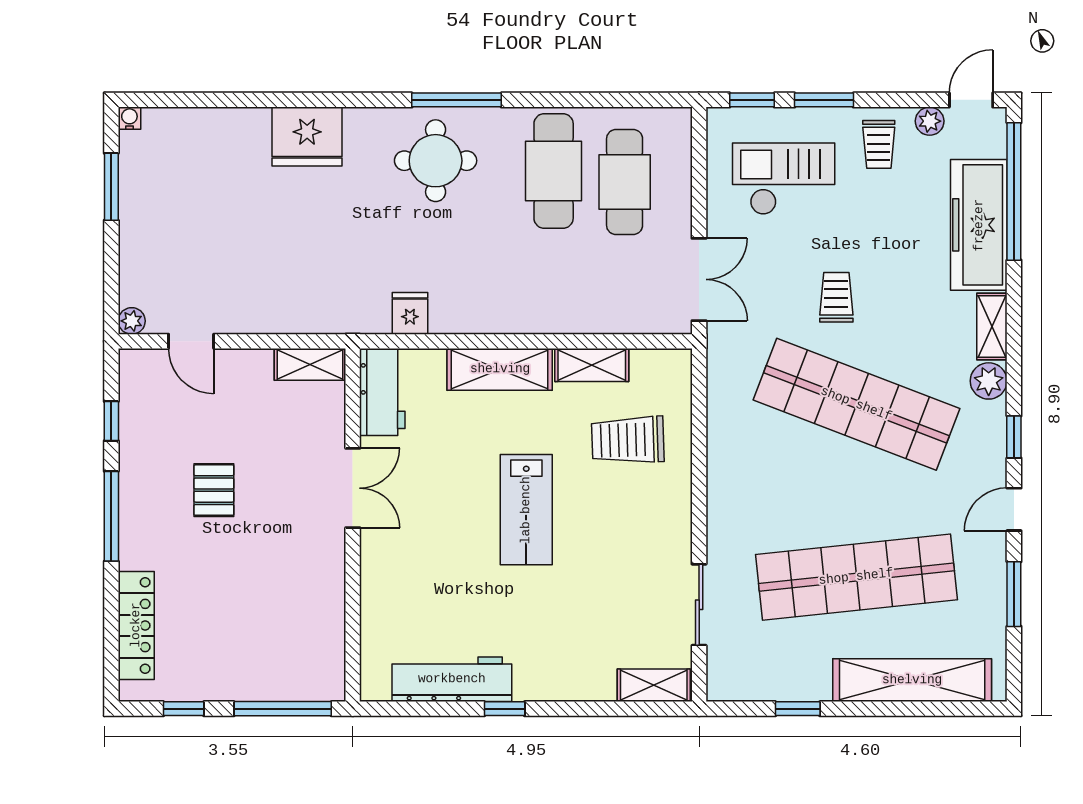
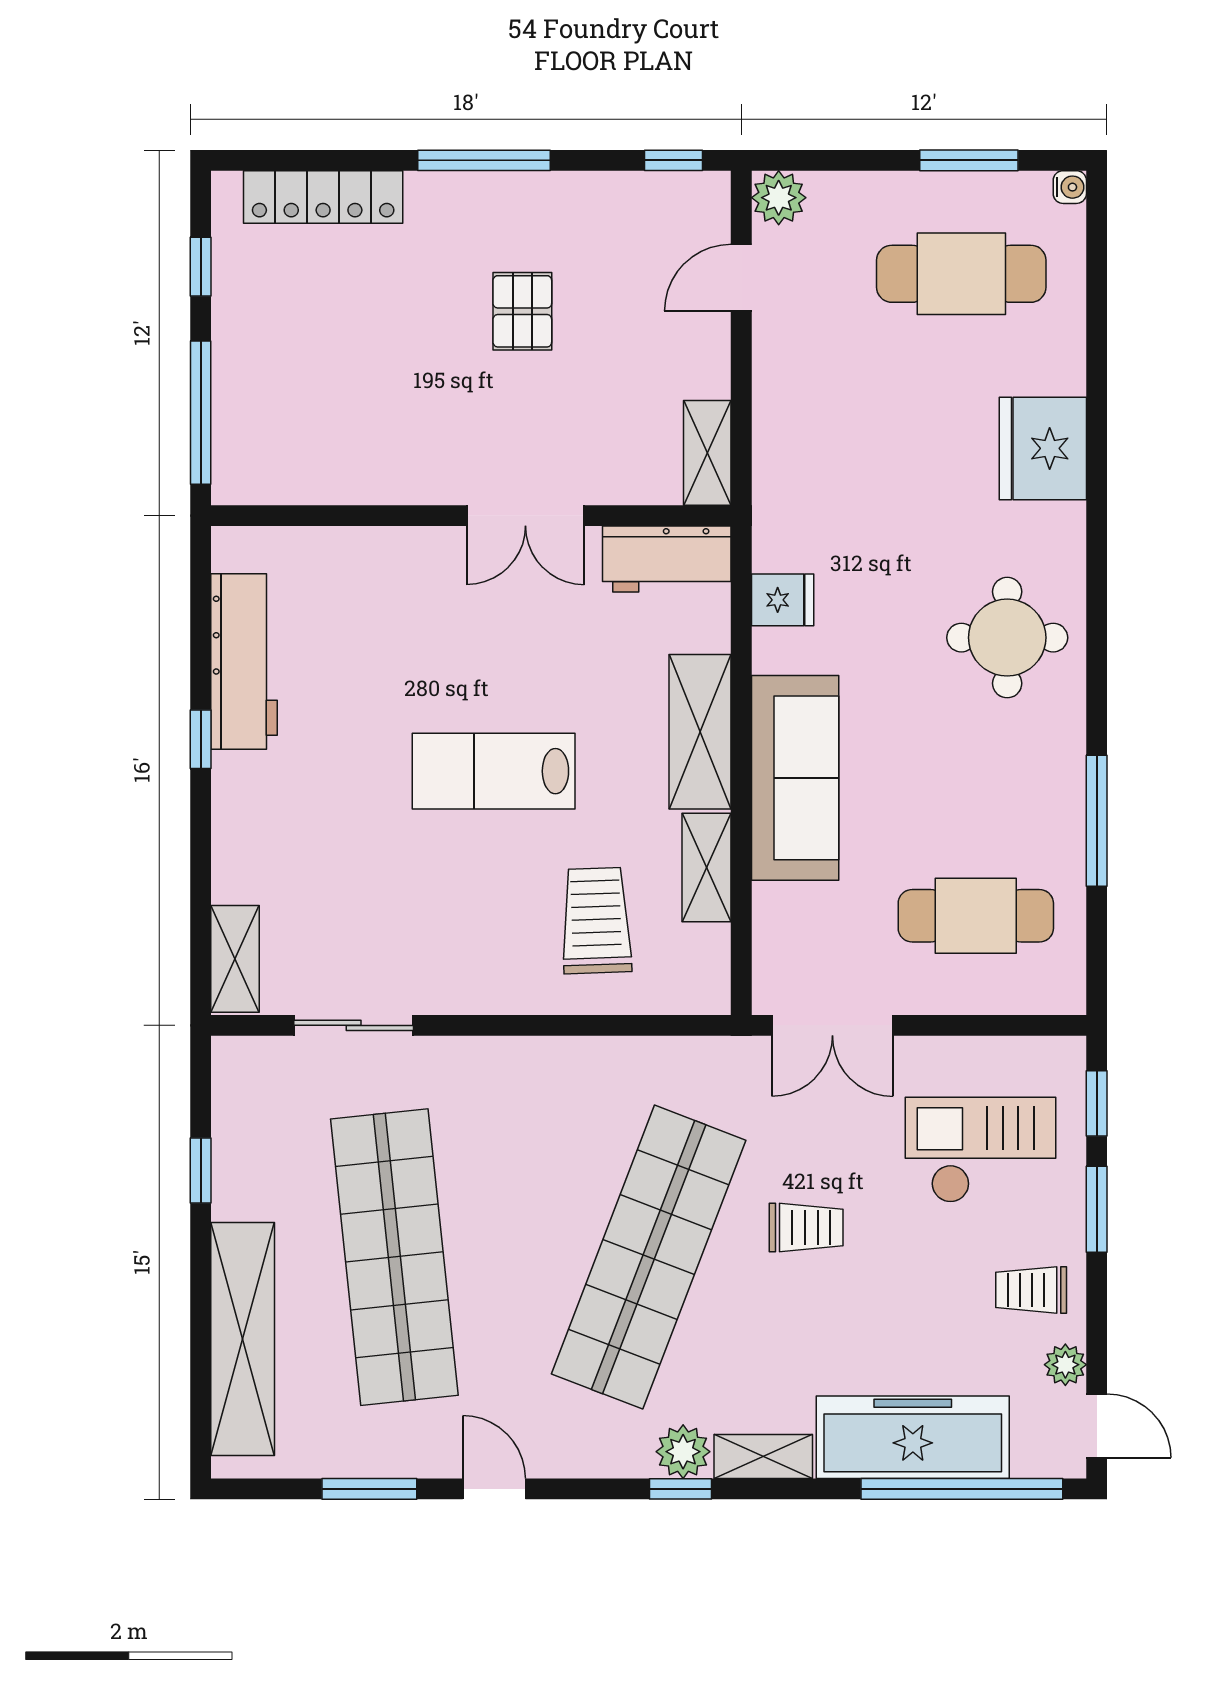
window: (457, 100) -> (1097, 821), moved
cafe table: (554, 171) -> (961, 274), moved
checkout: (784, 179) -> (980, 1150), turned -90
sofa: (531, 305) -> (795, 778), added
plant: (132, 321) -> (779, 198), width x1.38, depth x1.38
window: (111, 421) -> (674, 160), moved
window: (1014, 437) -> (680, 1489), moved
pallet: (214, 490) -> (522, 311), turned 90

